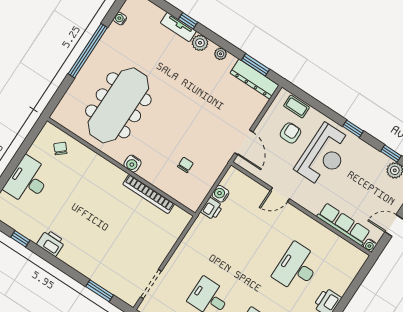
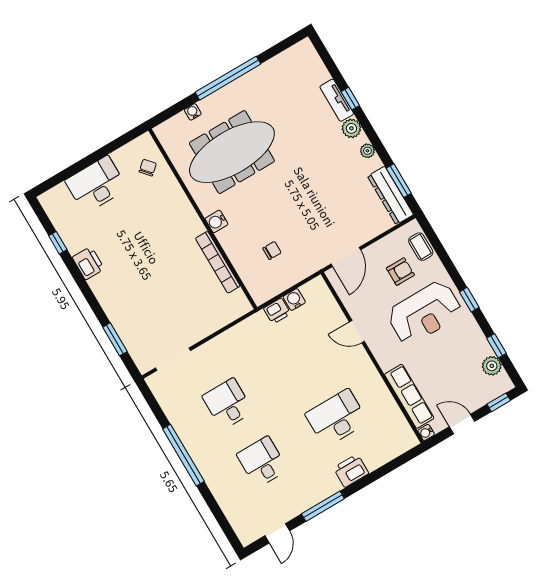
water cooler: (120, 19) -> (193, 112), moved

